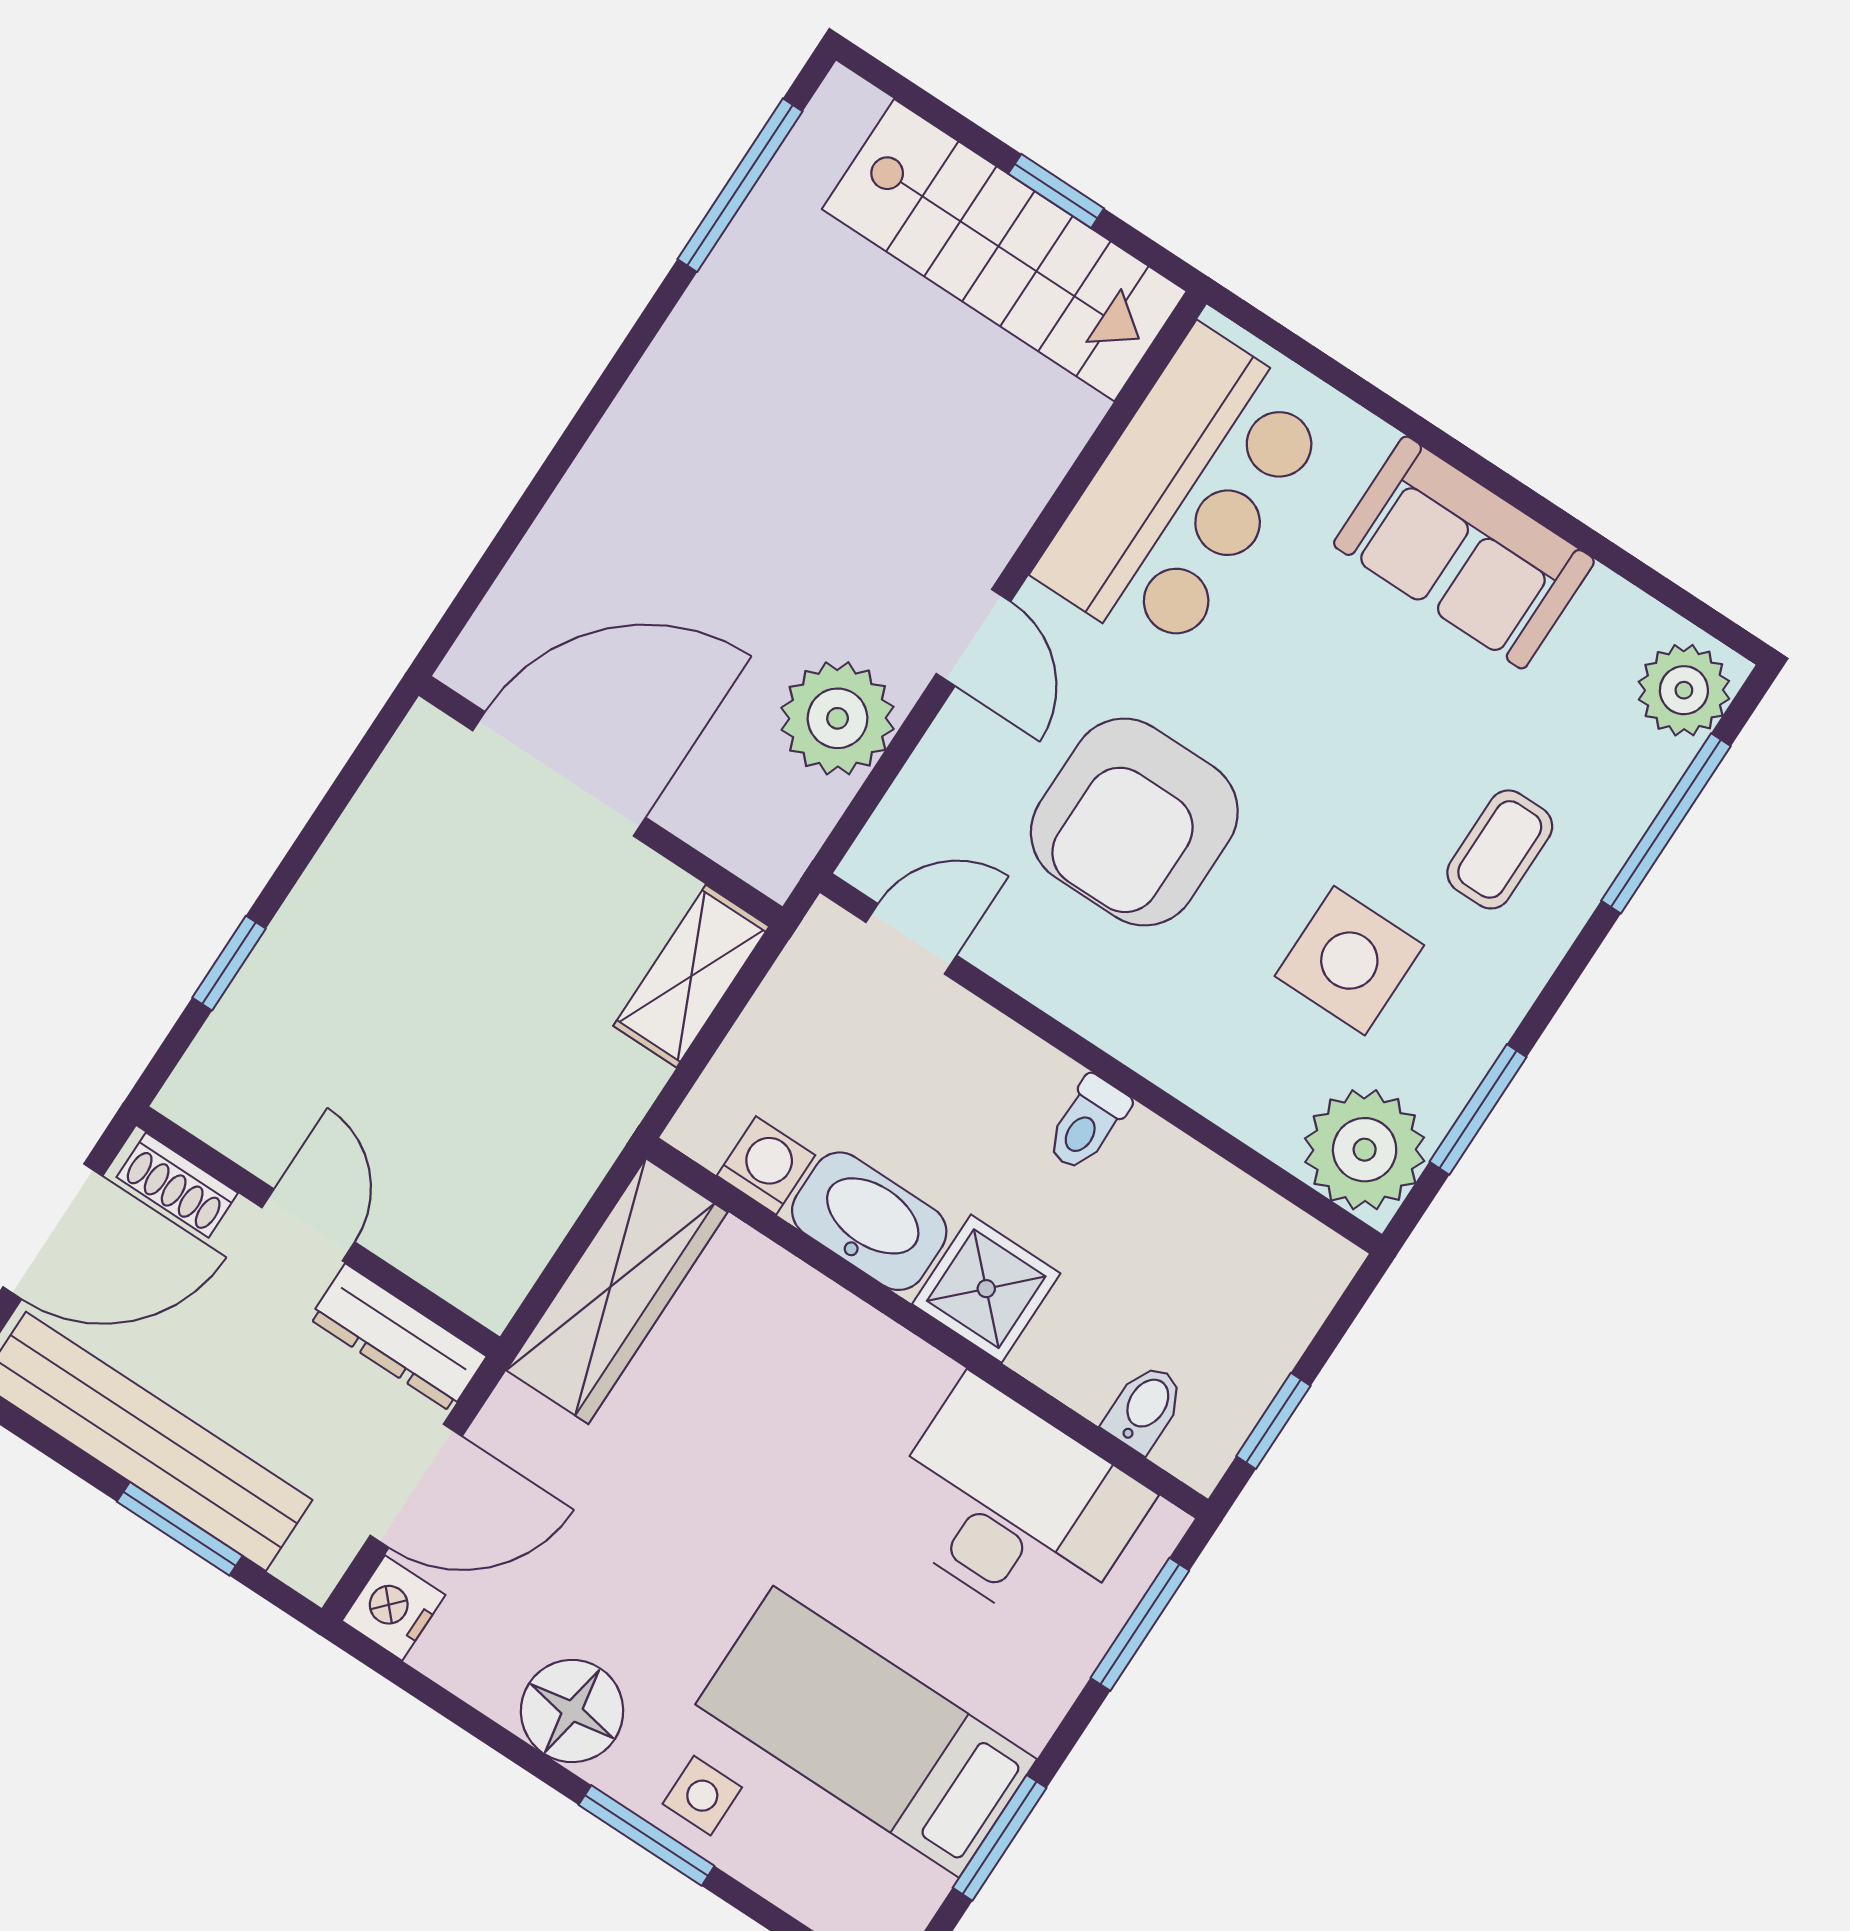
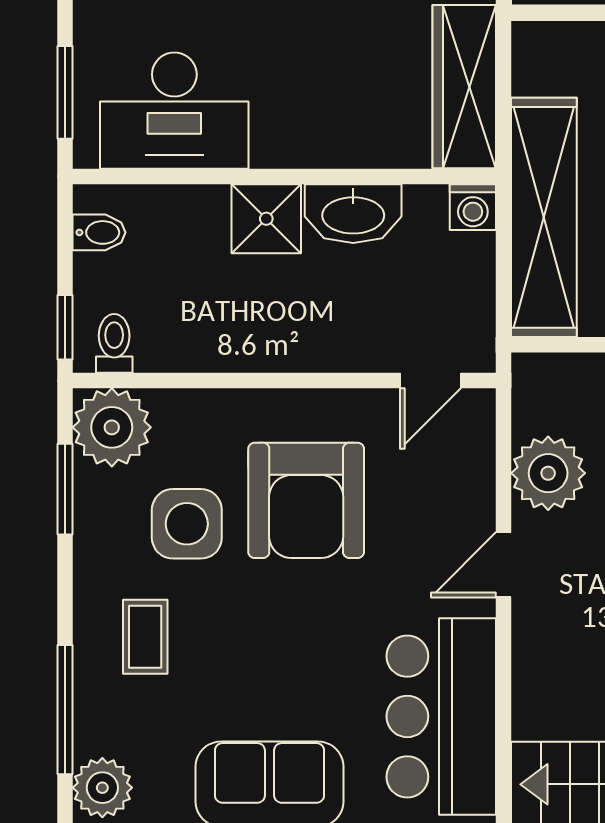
door: (973, 638) -> (504, 565), hinge flipped
armchair: (1134, 822) -> (306, 500), moved, turned 180
shelving: (691, 976) -> (544, 217), width x2.20, depth x1.33
toilet: (1087, 1123) -> (114, 343), moved
washing machine: (766, 1165) -> (473, 207), moved
bidet: (1145, 1408) -> (99, 232), moved, turned -90
window: (1273, 1421) -> (65, 327), moved

